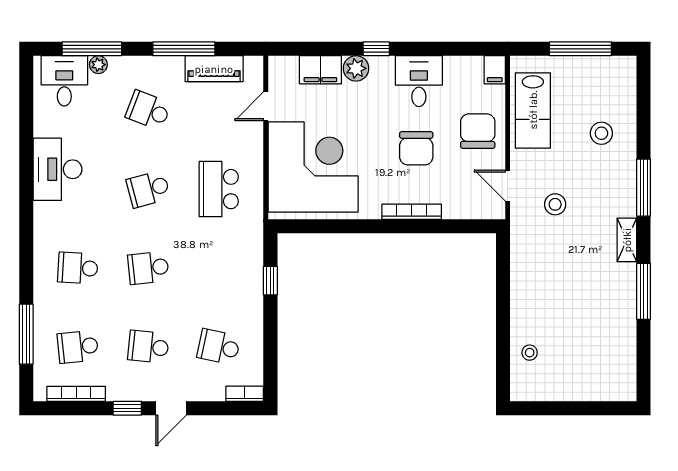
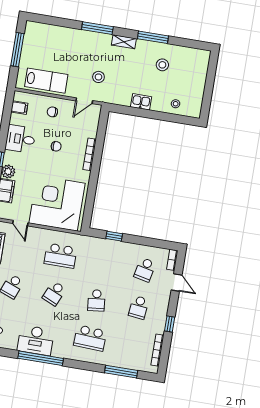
filing cabinet: (495, 70) -> (19, 108), moved
chair: (478, 131) -> (52, 112), width x0.54, depth x0.54
stool: (601, 133) -> (162, 65), moved
chair: (416, 148) -> (56, 146), width x0.54, depth x0.54
window: (26, 184) -> (41, 358), added
school desk: (148, 189) -> (54, 293), turned 39
school desk: (78, 268) -> (90, 338), width x1.85
kitchen sink: (523, 289) -> (141, 102), added
school desk: (78, 347) -> (132, 345), removed
door: (171, 408) -> (177, 282), moved

